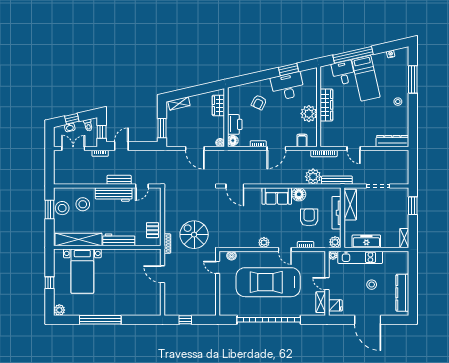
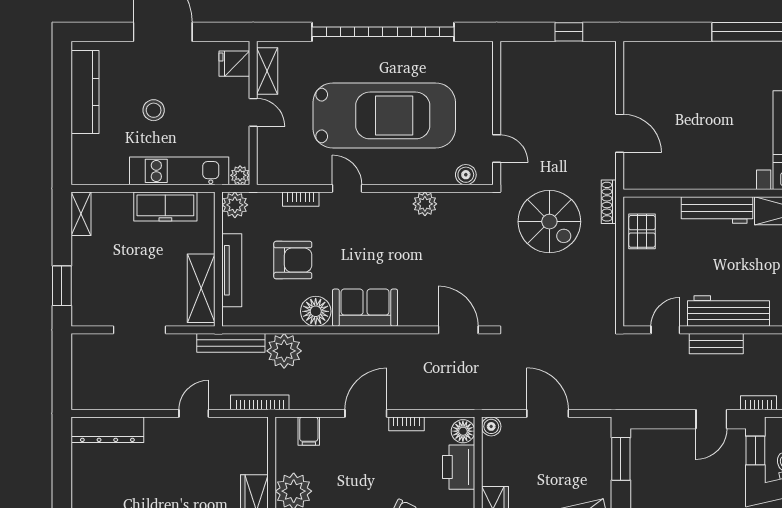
door: (354, 149) -> (194, 413), hinge flipped
armchair: (309, 217) -> (293, 260), turned -90
plant: (264, 243) -> (425, 204), moved

